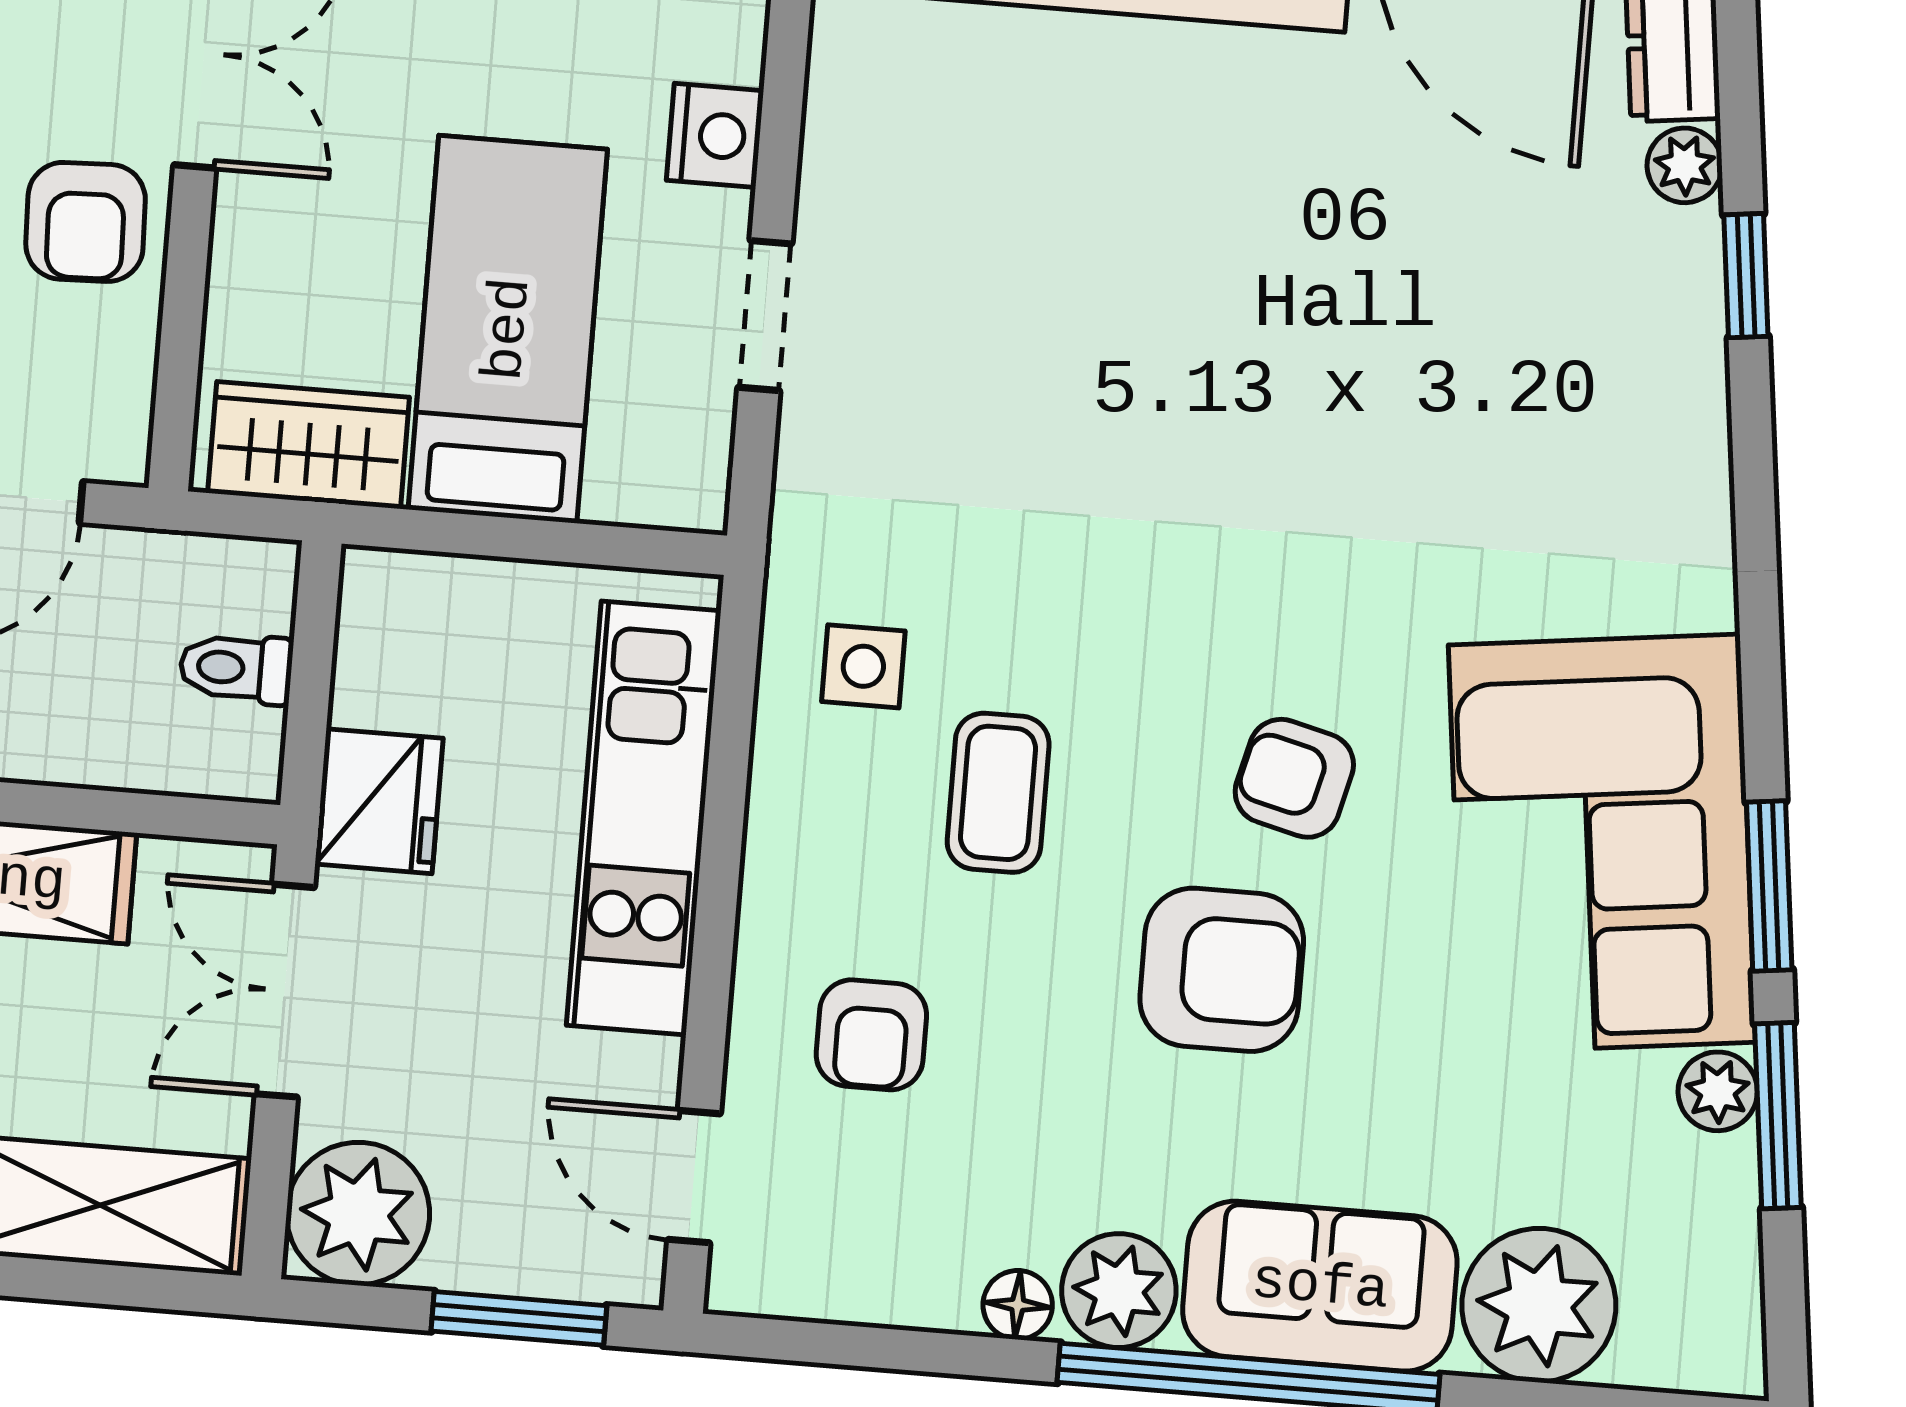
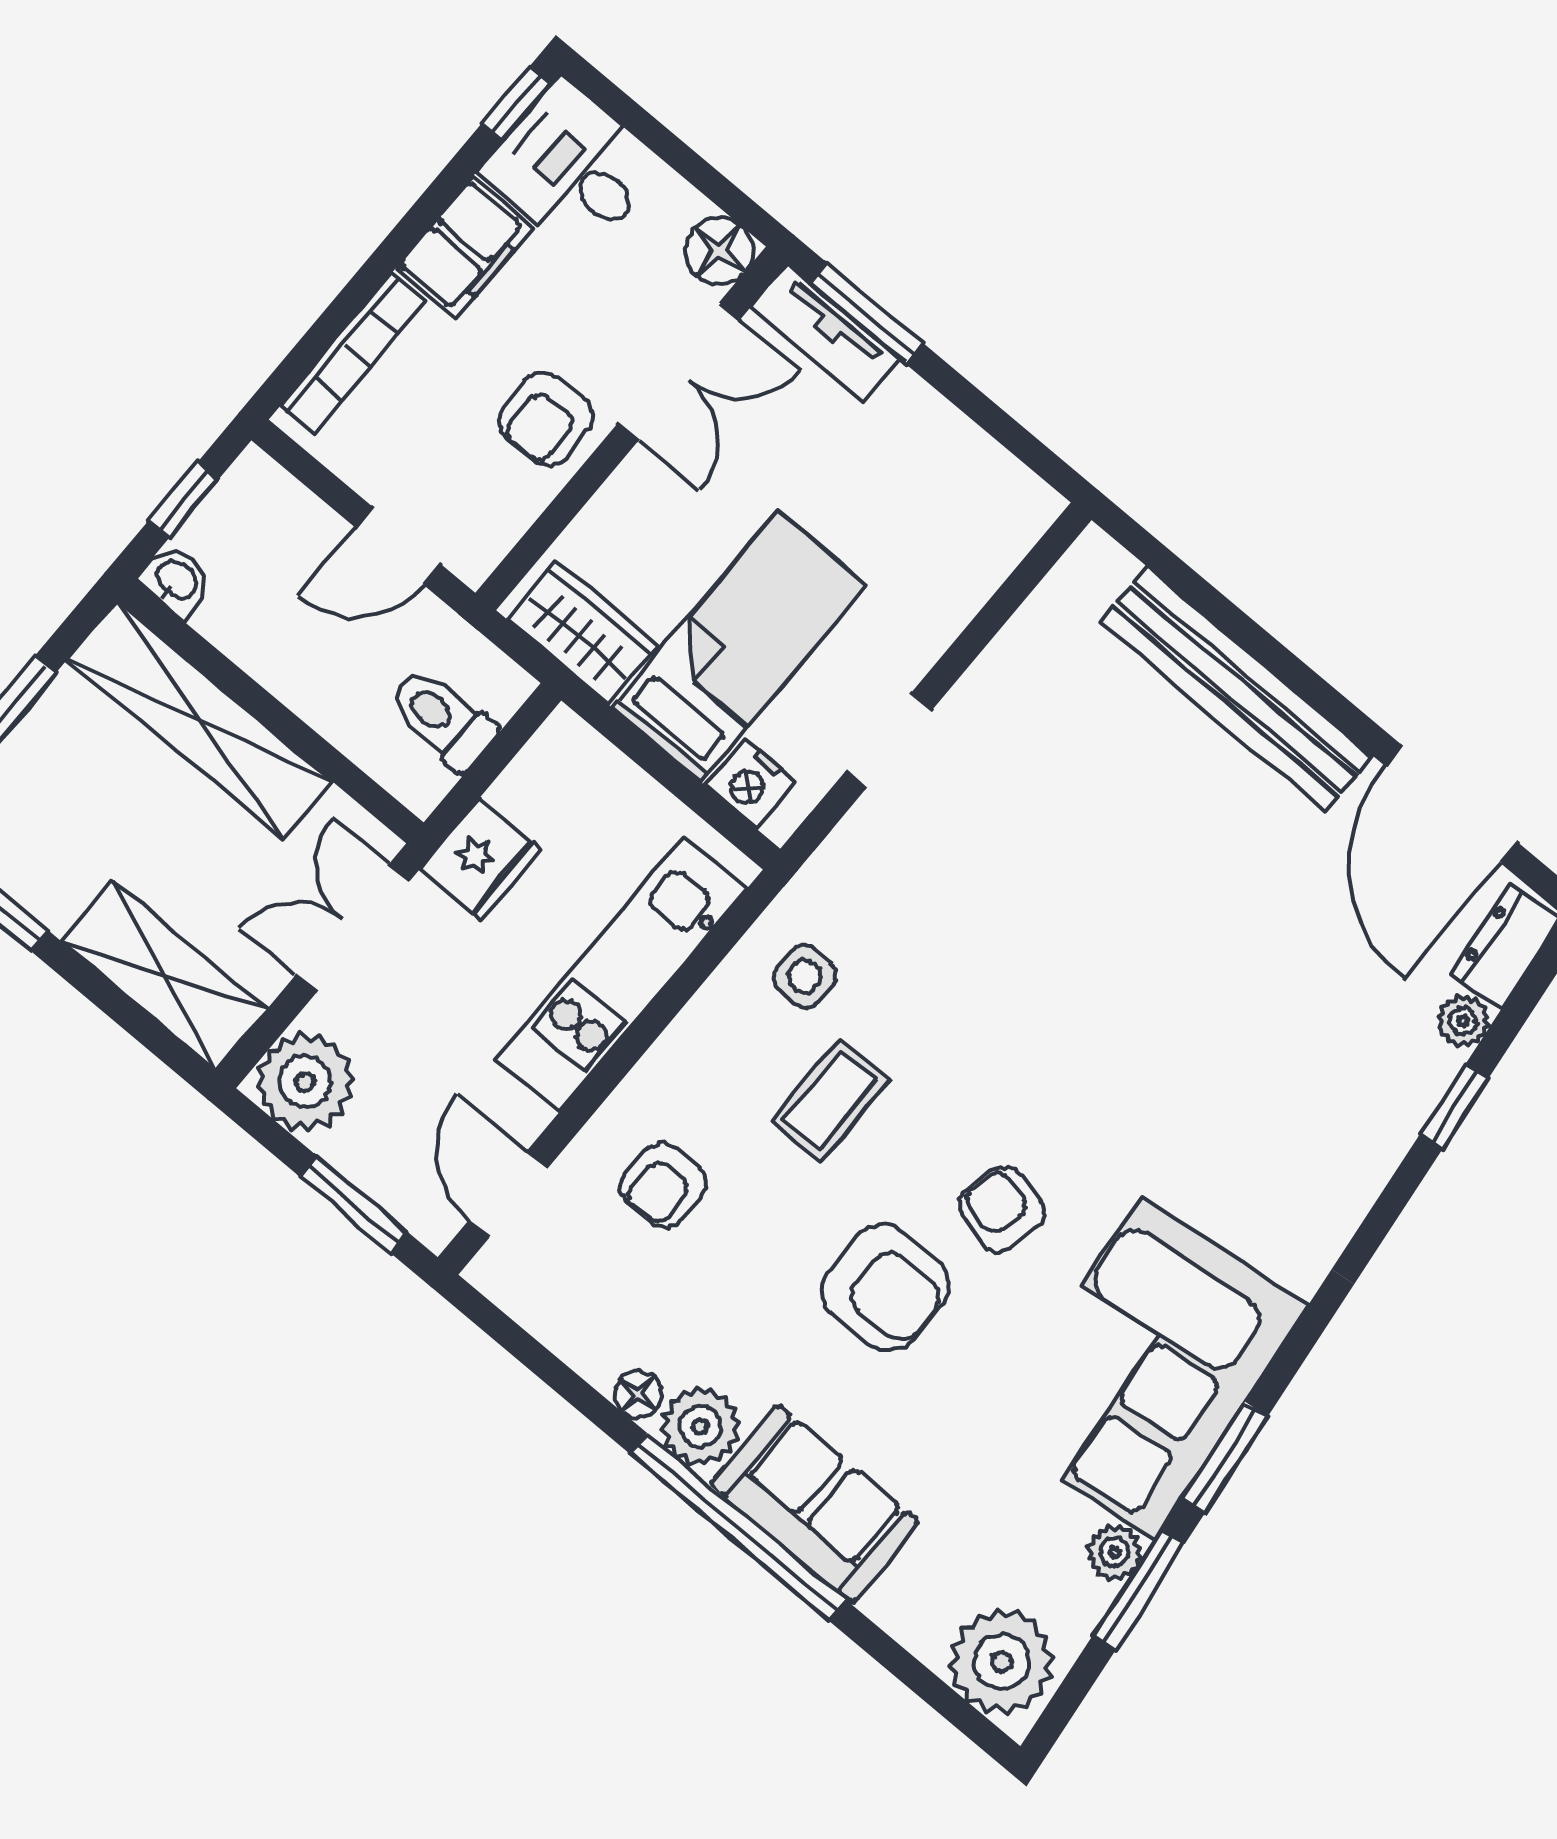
nightstand: (715, 135) -> (750, 784), moved, turned 90
toilet: (236, 668) -> (442, 719), width x1.37, depth x1.39
plant: (1539, 1305) -> (1002, 1662), moved

